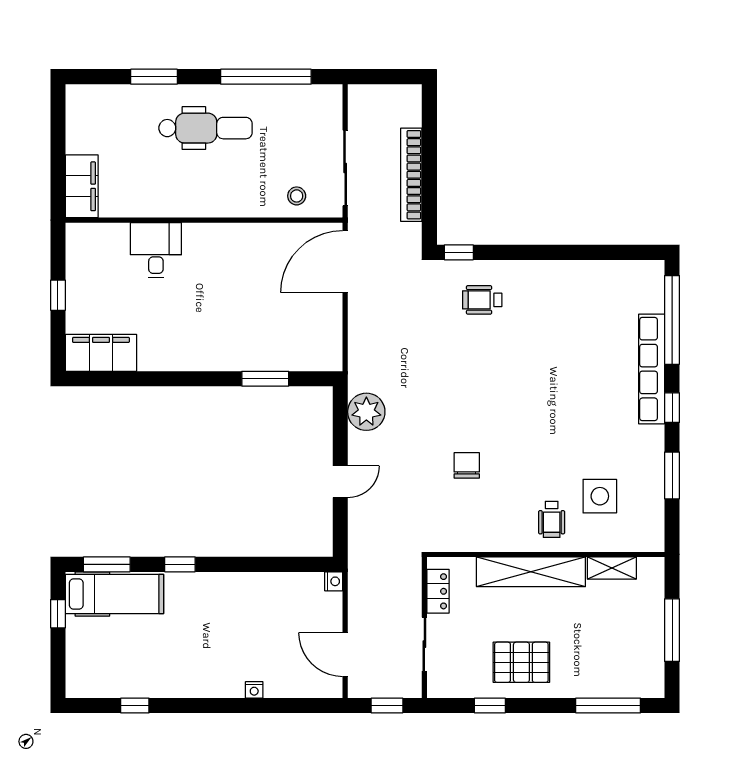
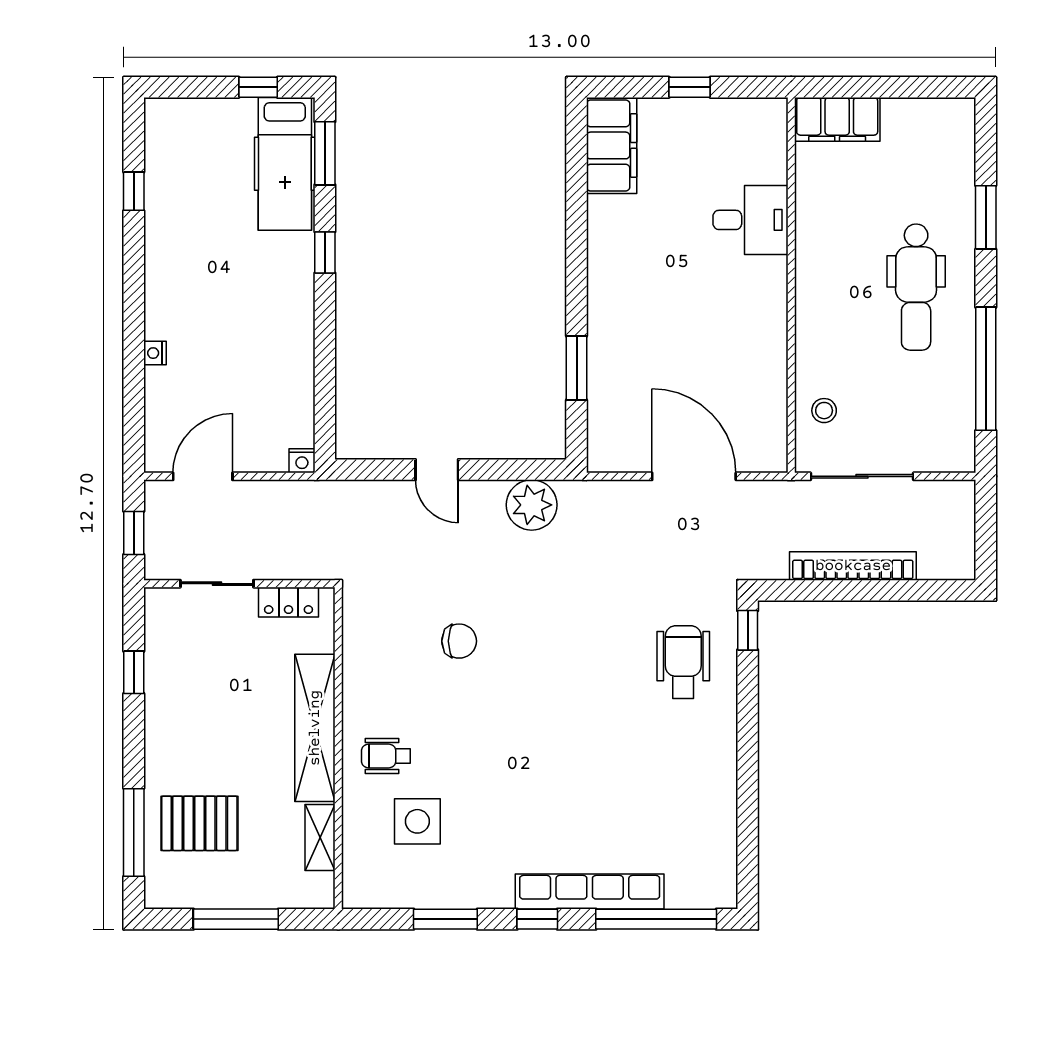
door: (345, 262) -> (694, 476), moved
wheelchair: (482, 300) -> (683, 662), width x1.36, depth x1.37
pallet: (521, 662) -> (199, 823), moved, turned 90

